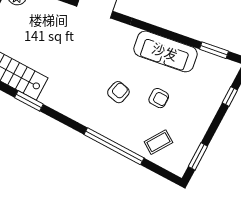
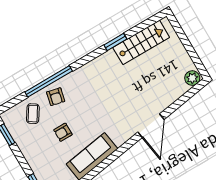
armchair: (118, 92) -> (56, 97), moved

